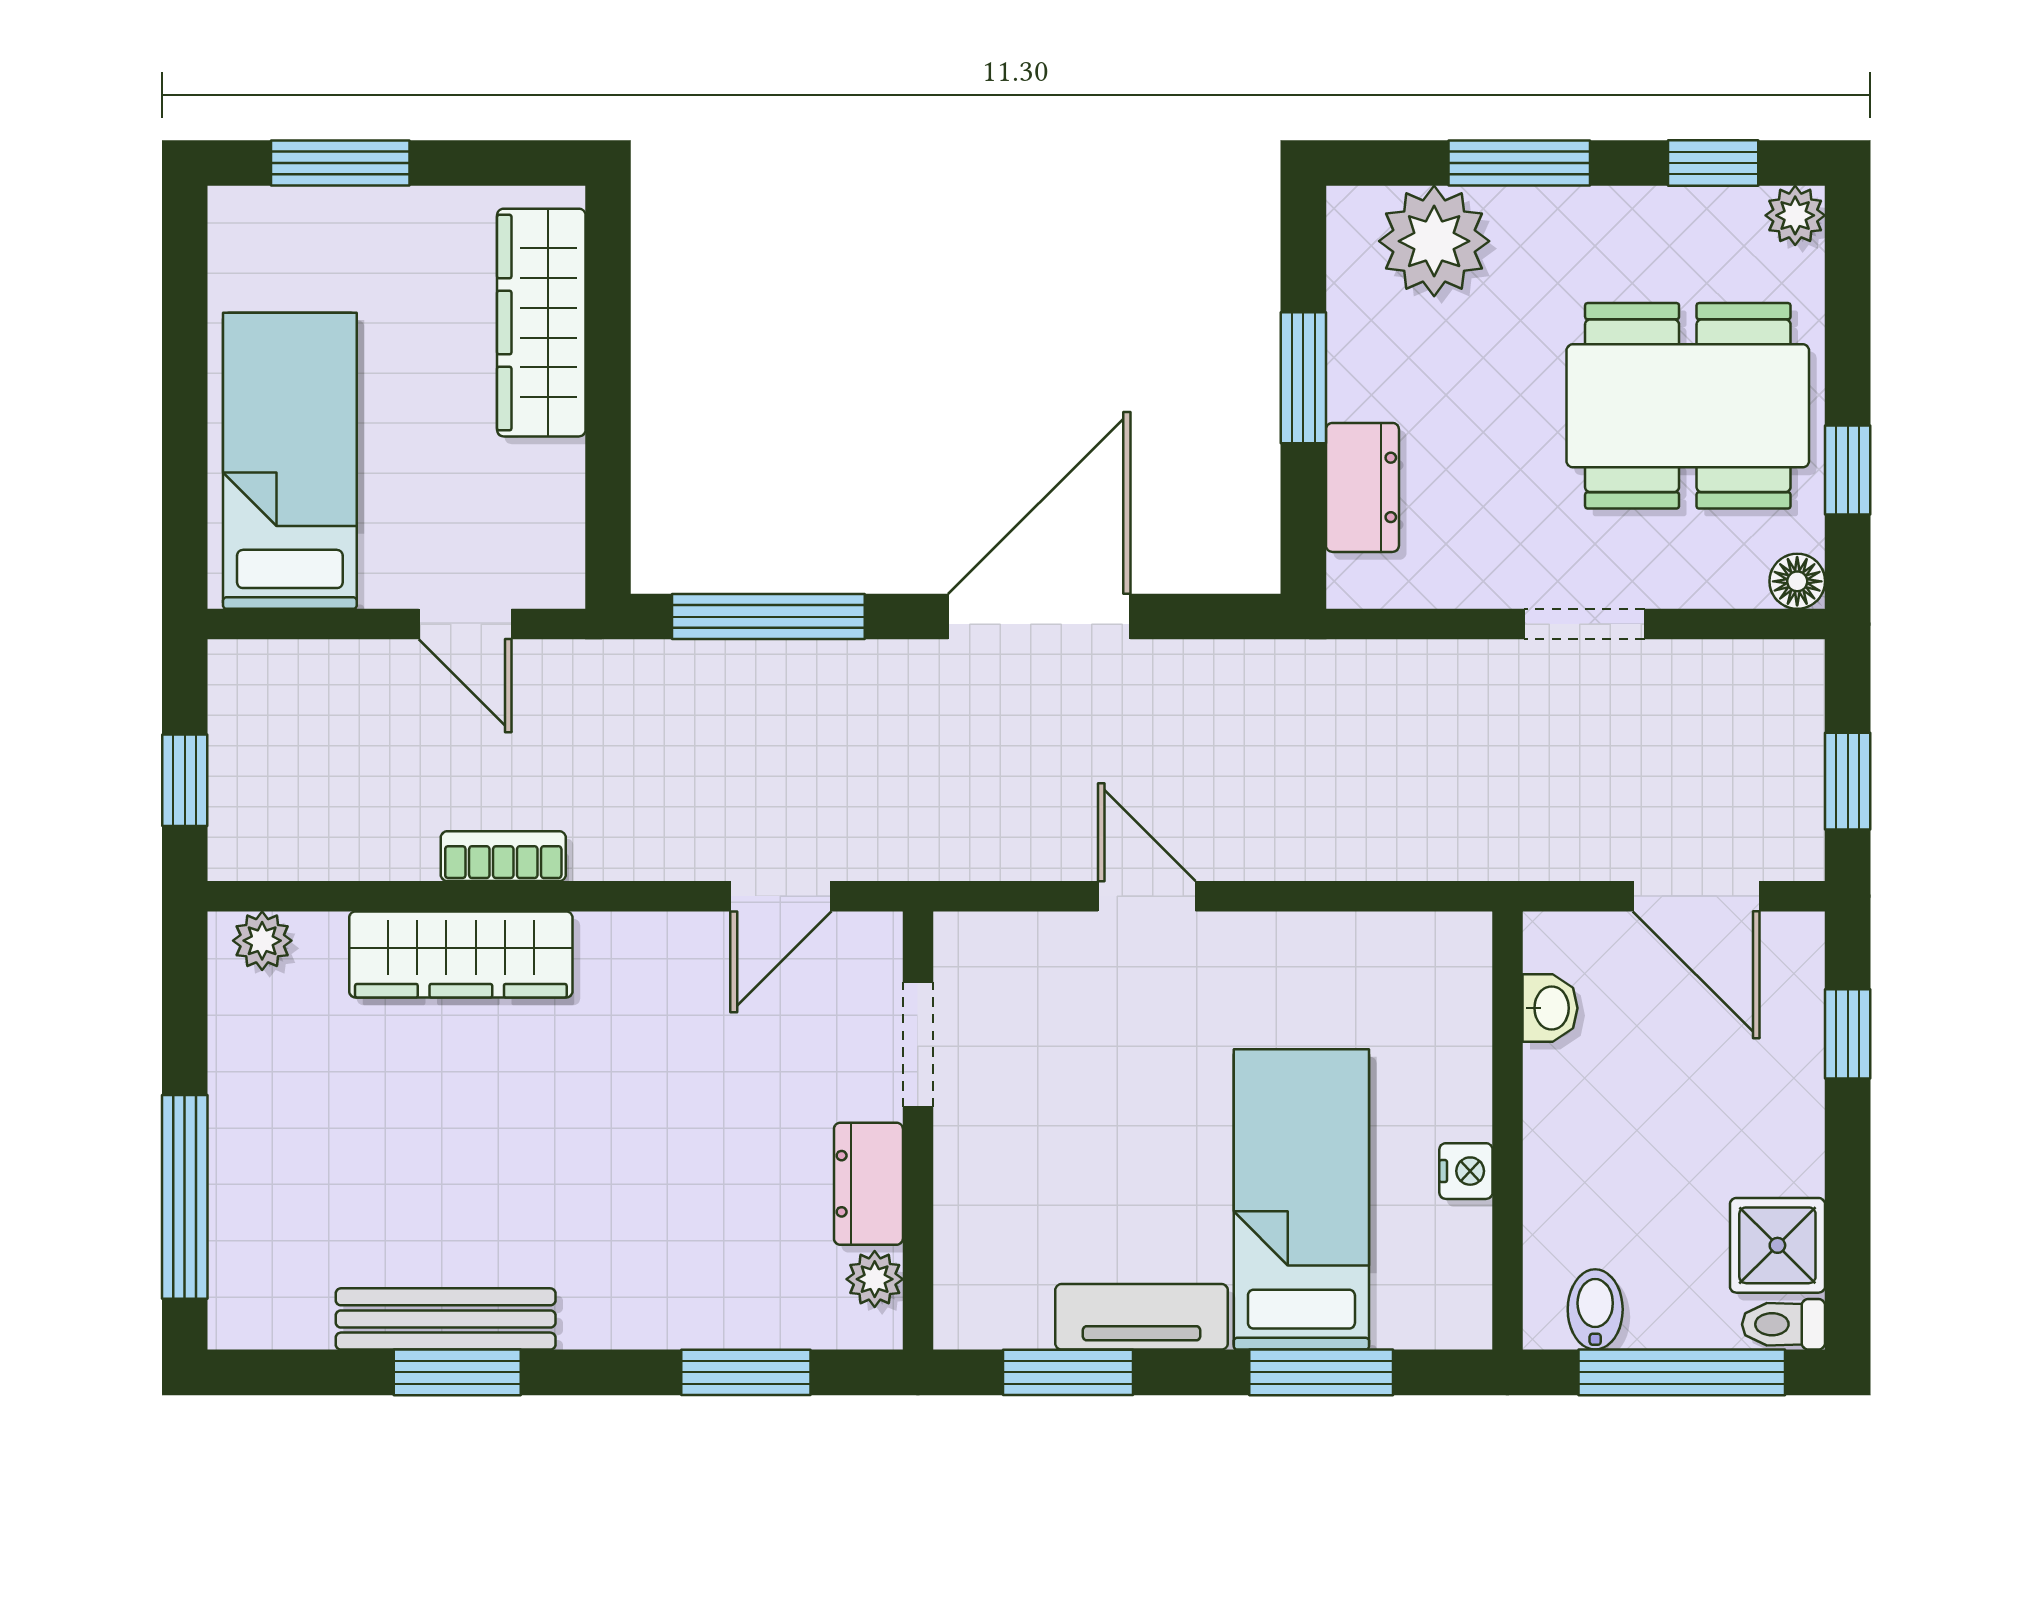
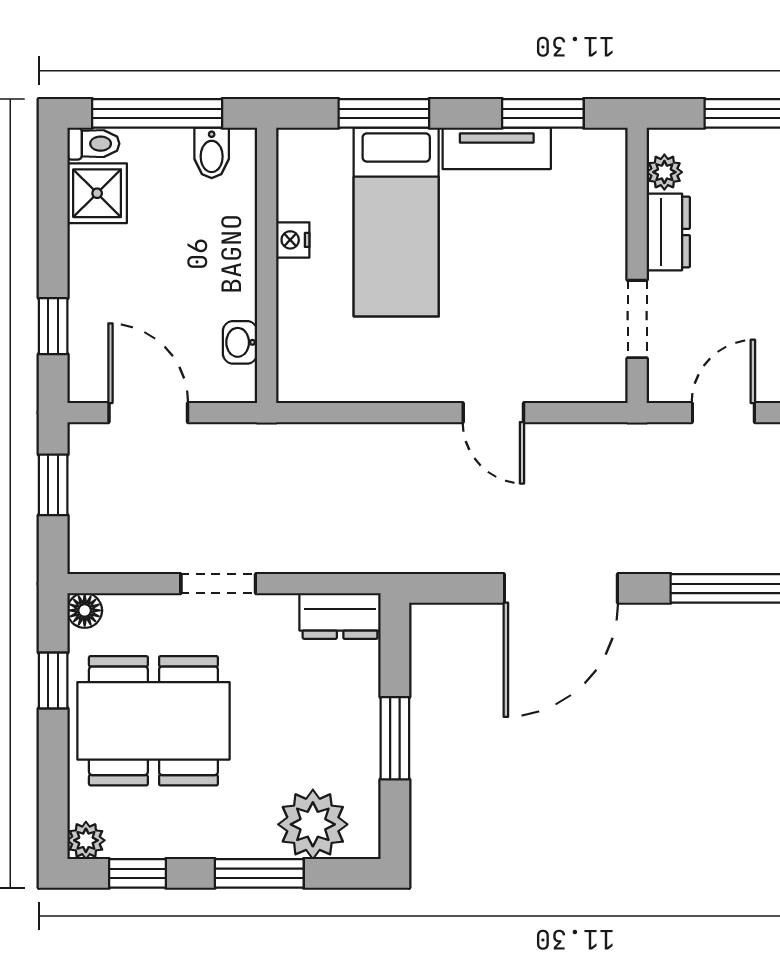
dresser: (1362, 487) -> (340, 616), moved, turned -90

